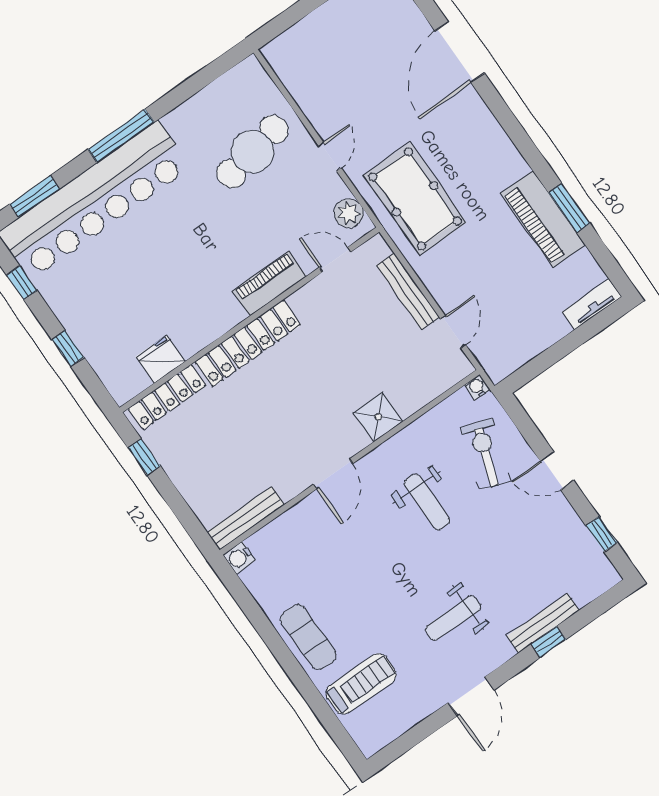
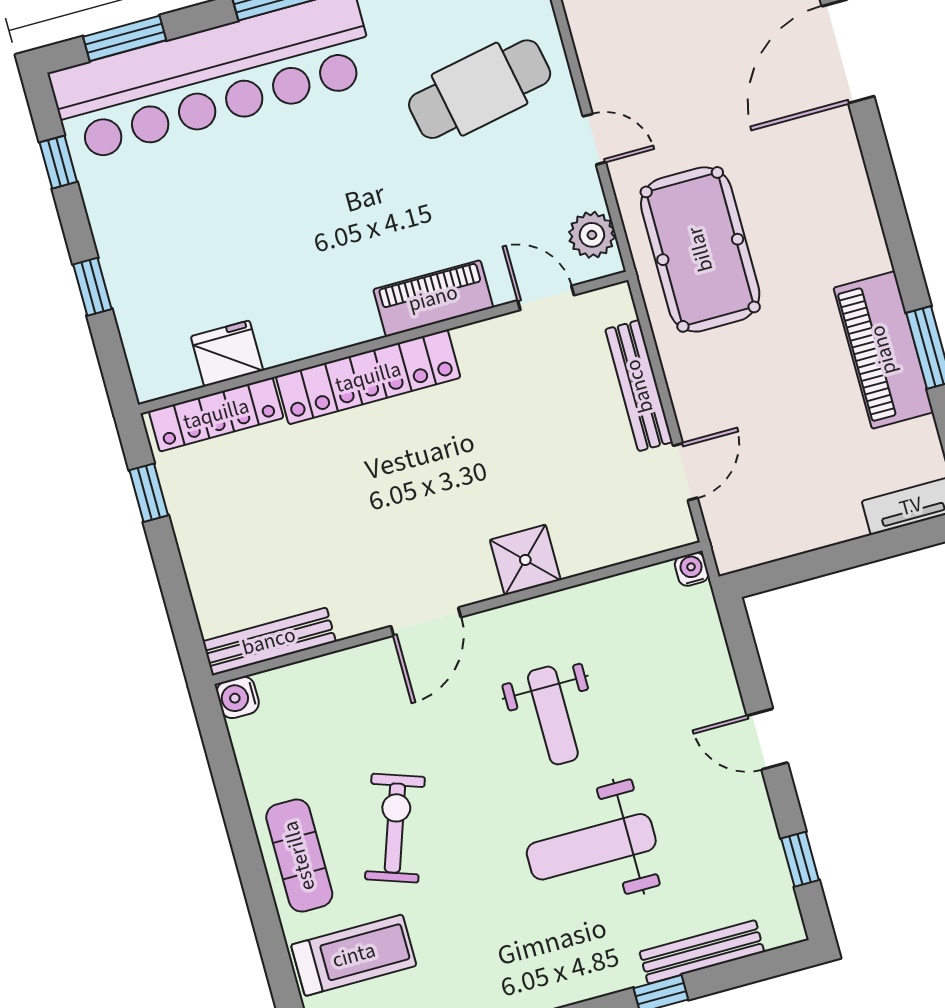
door: (330, 157) -> (594, 139), hinge flipped
exercise bike: (486, 454) -> (395, 828), moved
weight bench: (453, 618) -> (591, 847), moved, width x1.36, depth x1.33
bench: (543, 623) -> (702, 952), moved

